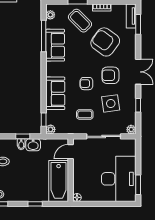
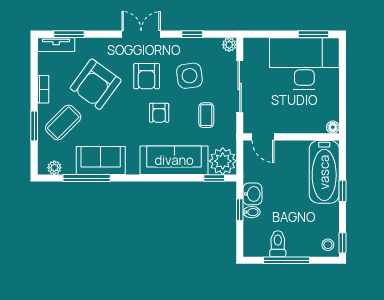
sofa: (55, 93) -> (174, 160), width x1.36
plant: (51, 129) -> (223, 161), width x1.88, depth x1.88
bathtub: (59, 181) -> (324, 172), moved, turned 90

